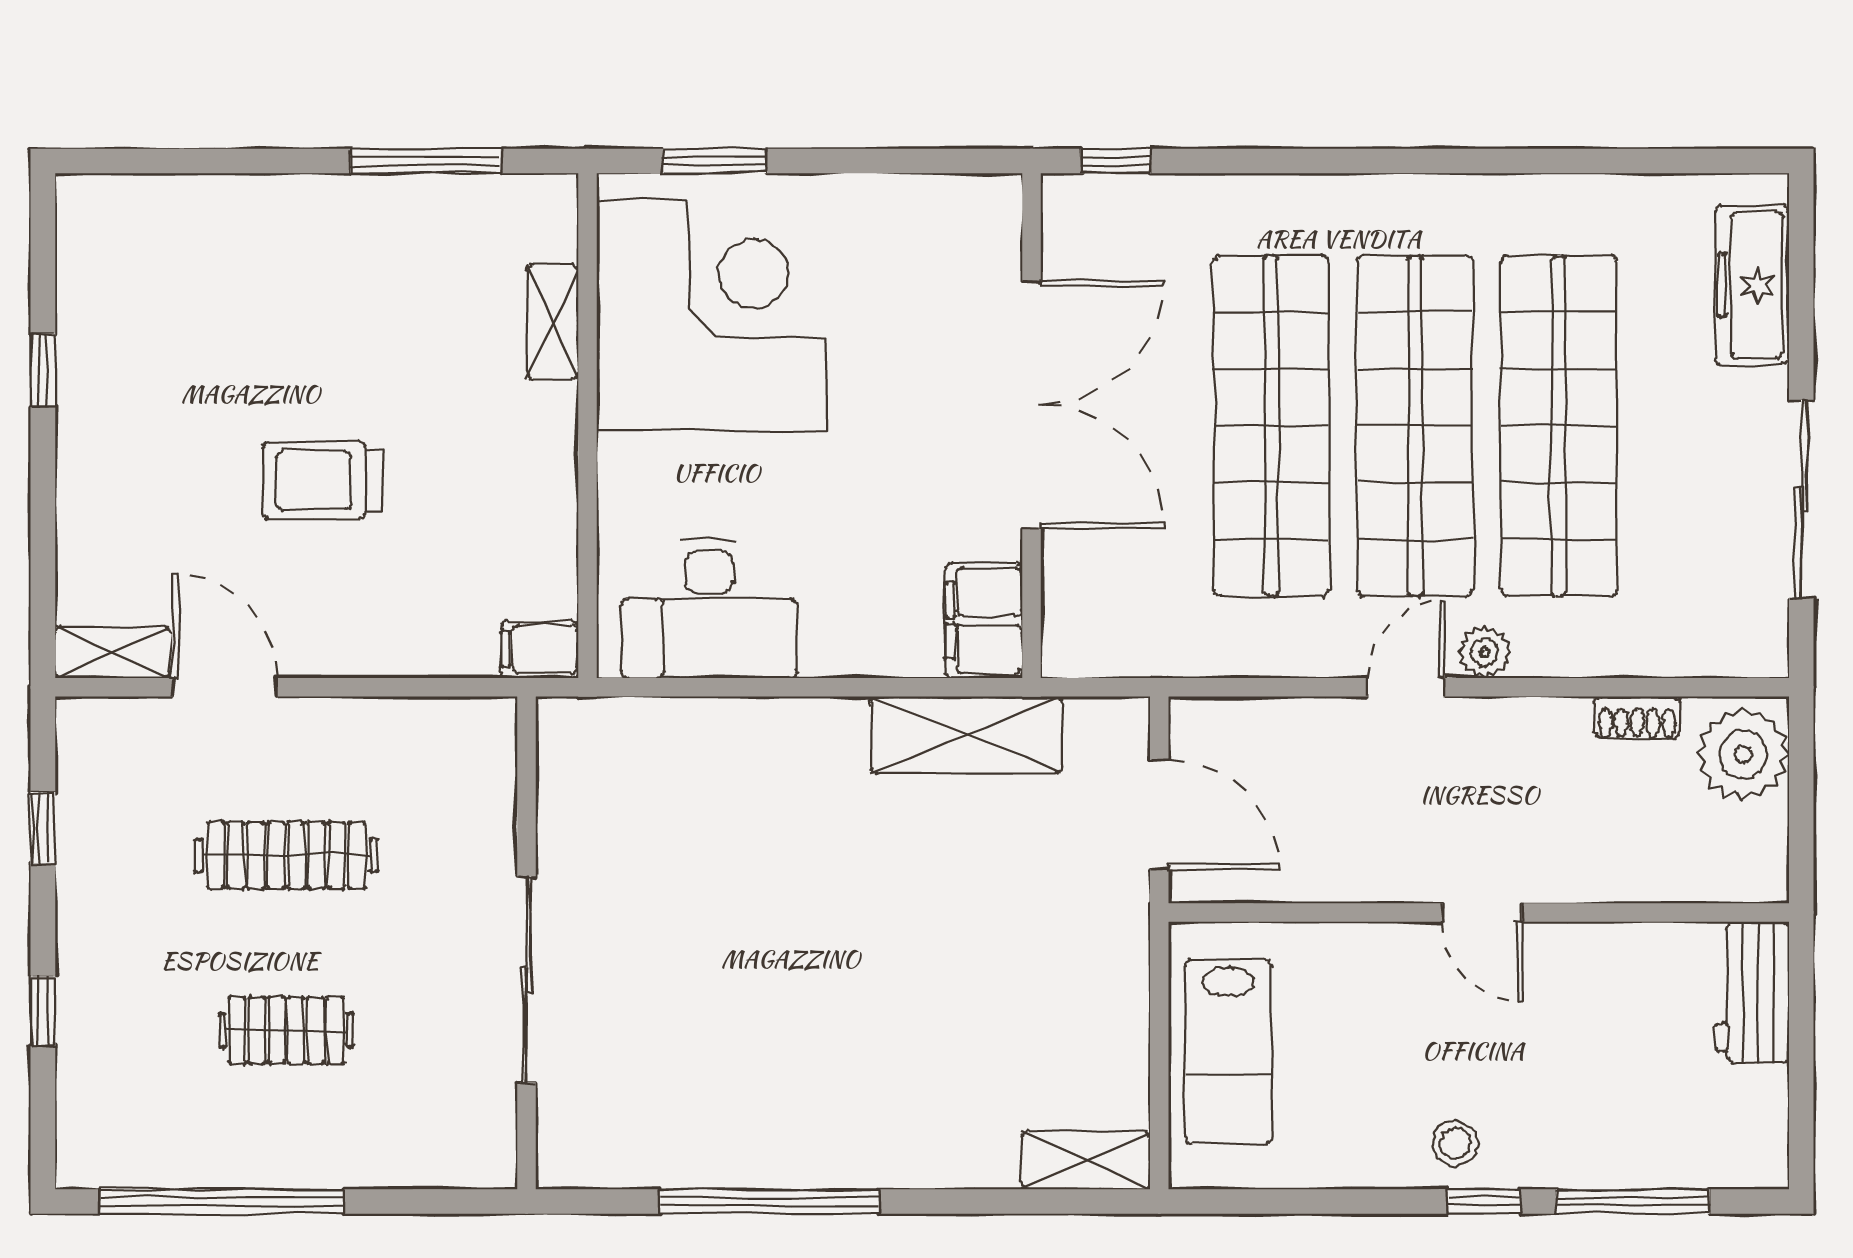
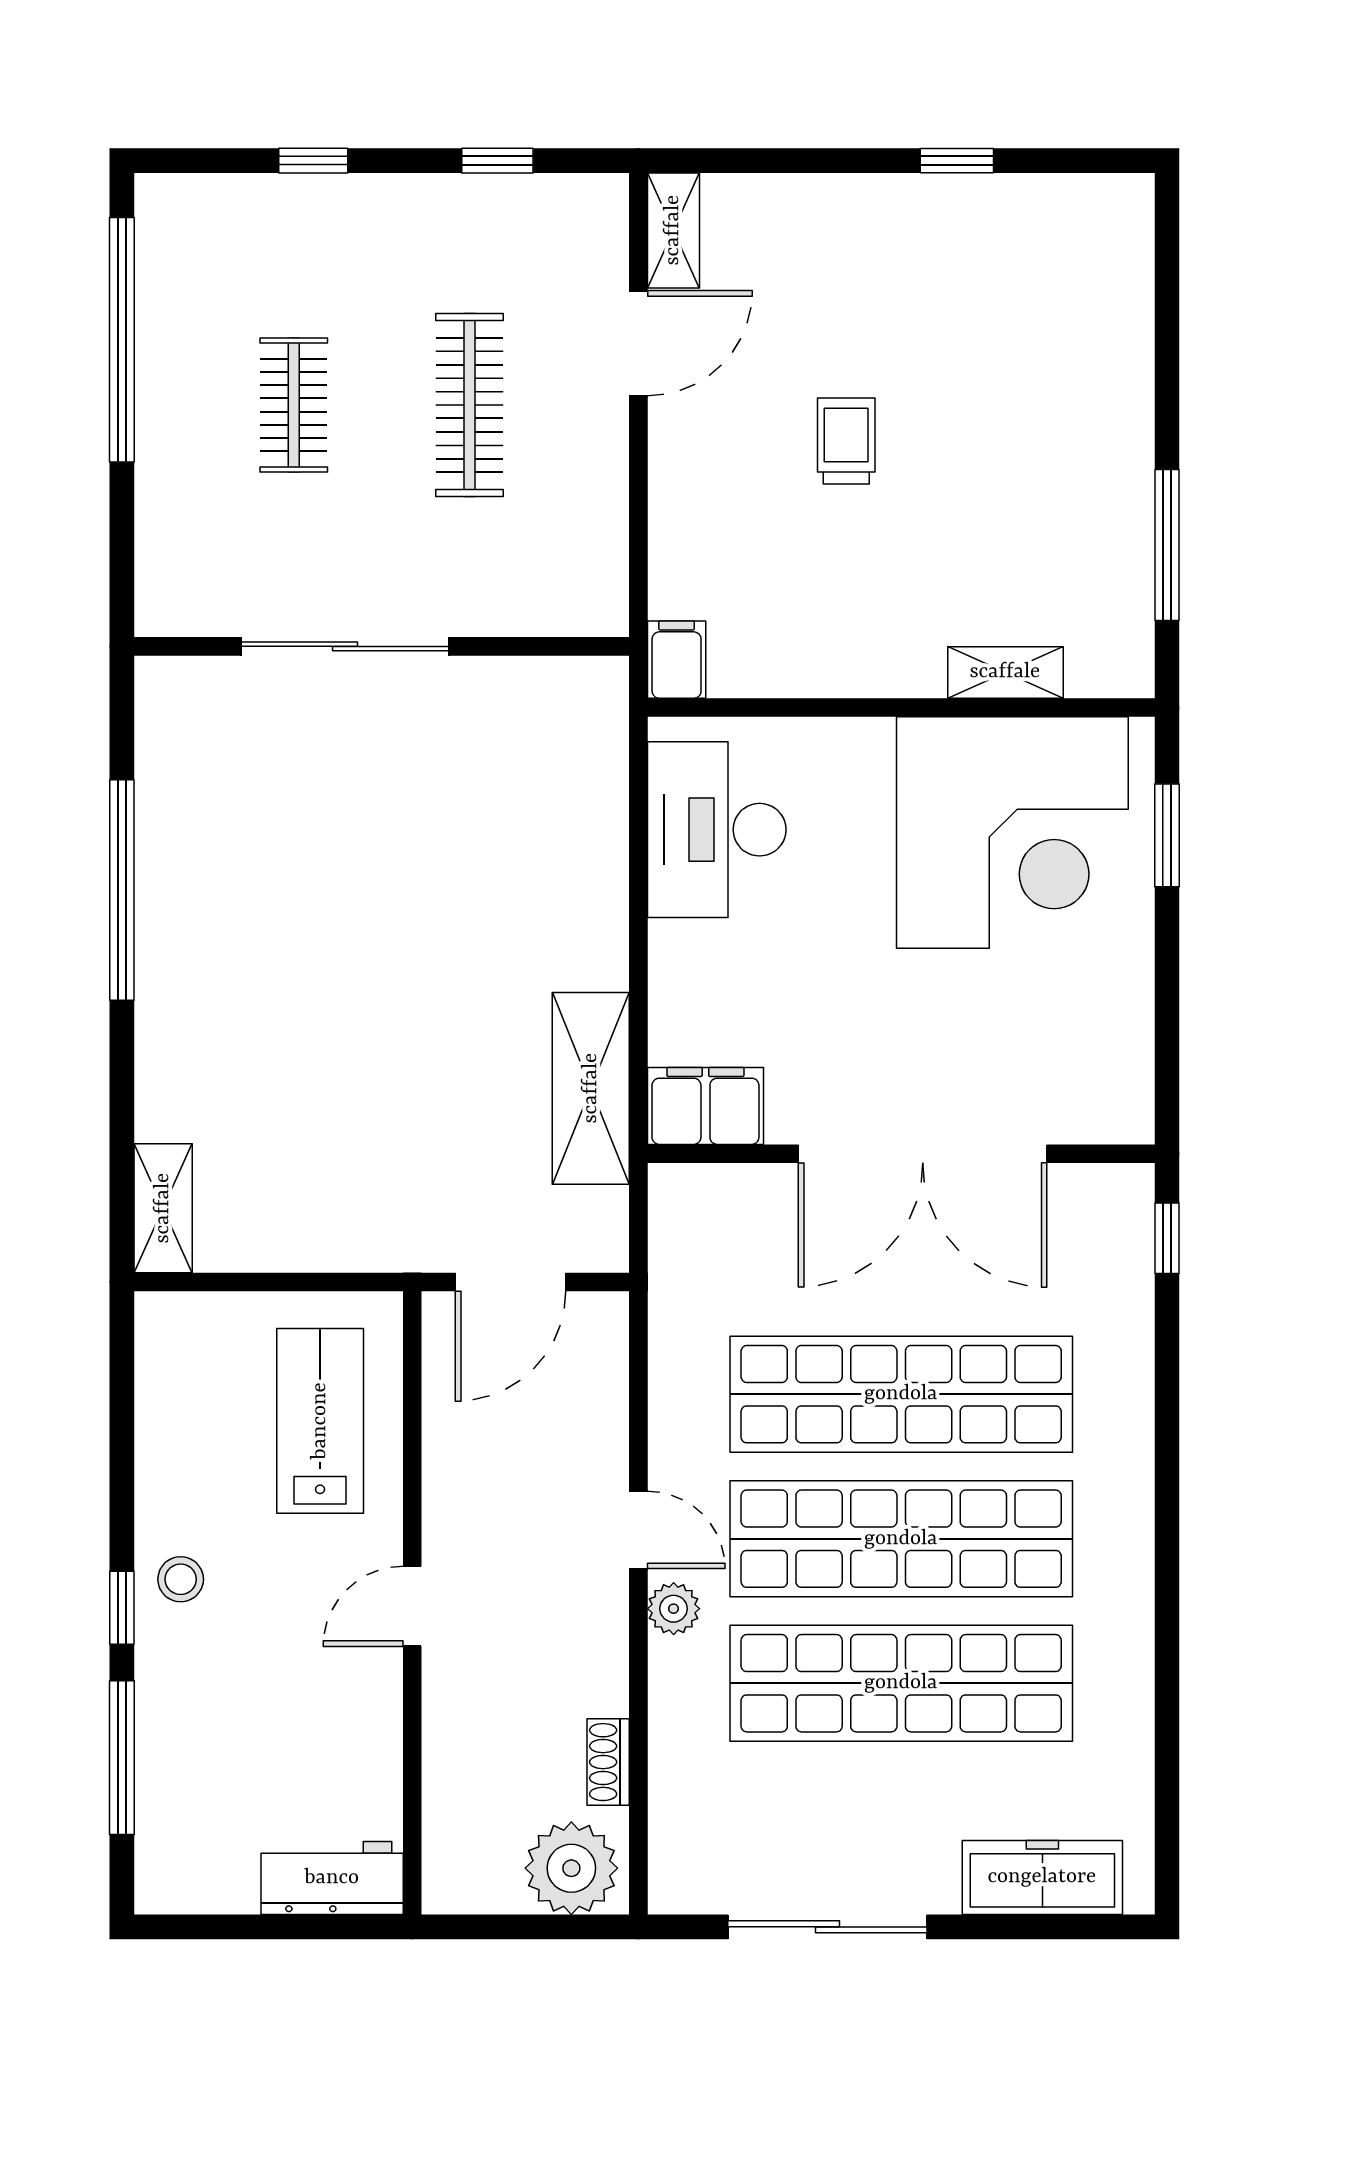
trolley: (322, 480) -> (846, 441), width x0.73, depth x0.72
lab bench: (1228, 1052) -> (320, 1421), moved, turned 90

